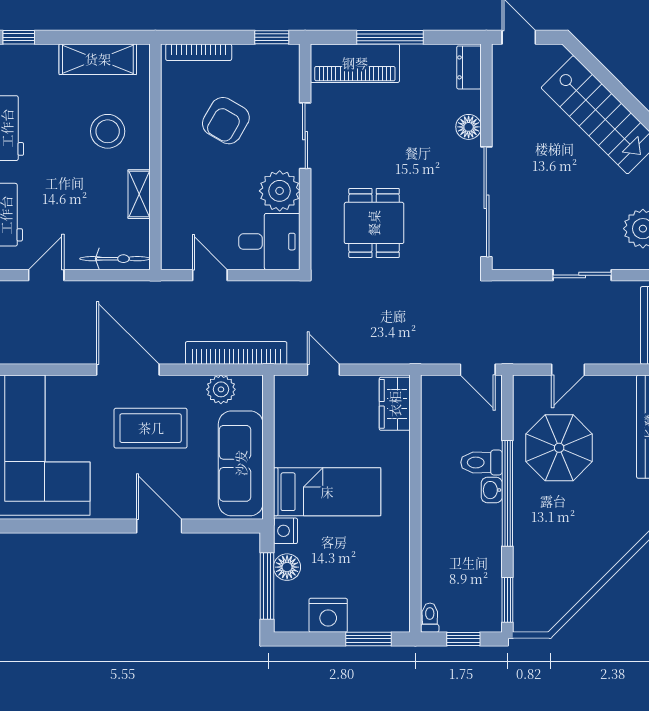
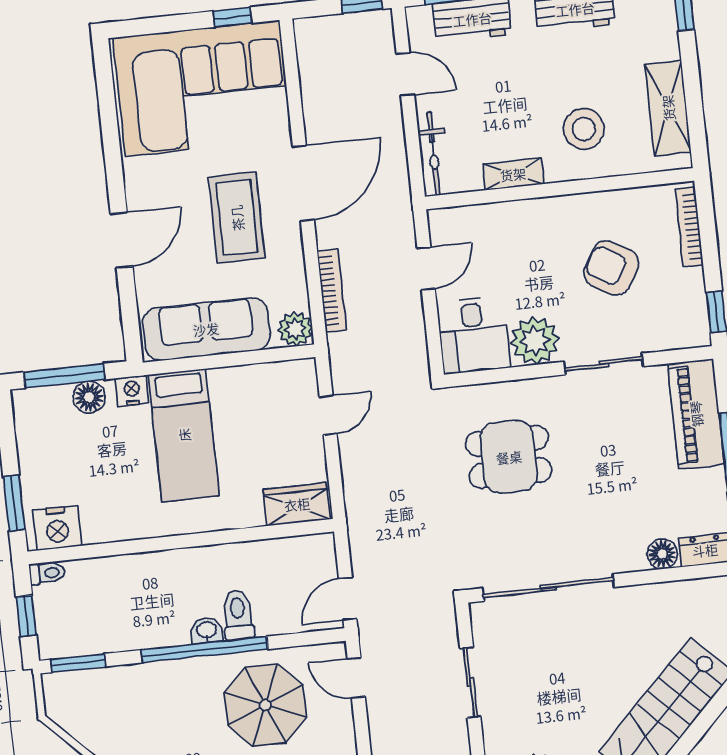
floor lamp: (469, 127) -> (662, 554), moved
sliding door: (582, 275) -> (470, 682), moved
bookcase: (236, 353) -> (332, 290), width x0.68, depth x0.76
door: (568, 370) -> (356, 678), moved
plant: (221, 389) -> (295, 329), moved
nightstand: (328, 615) -> (57, 528), moved, turned -90

